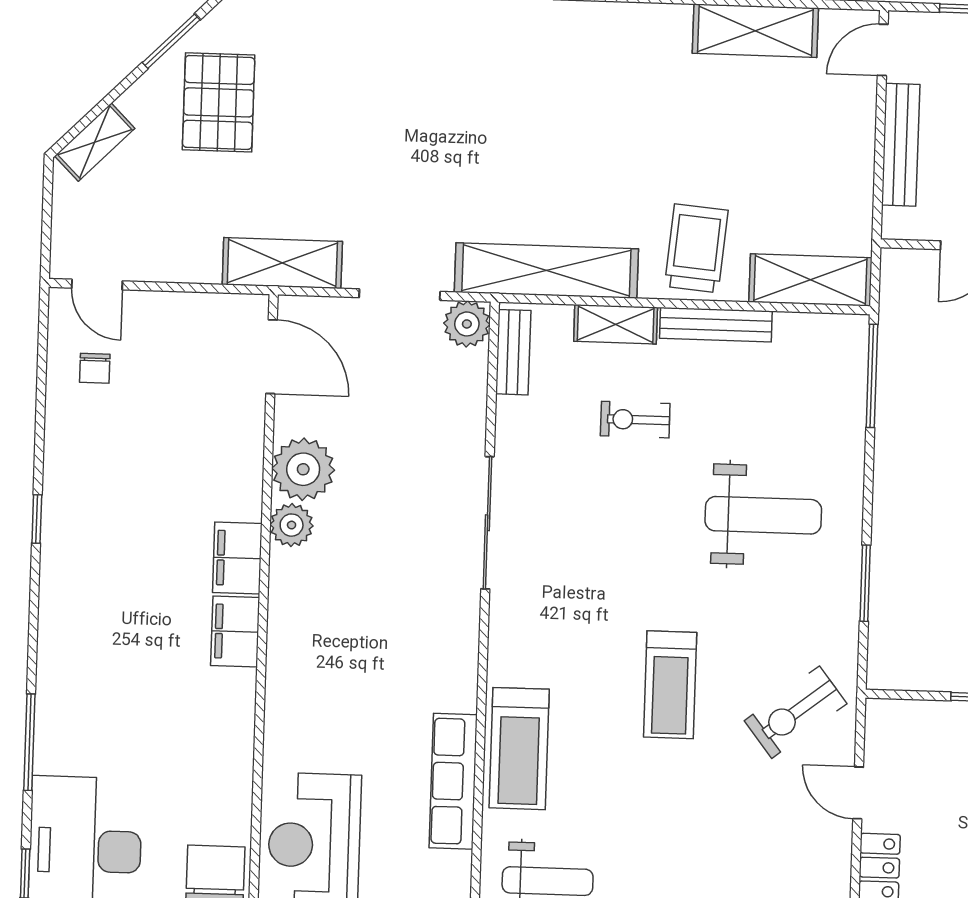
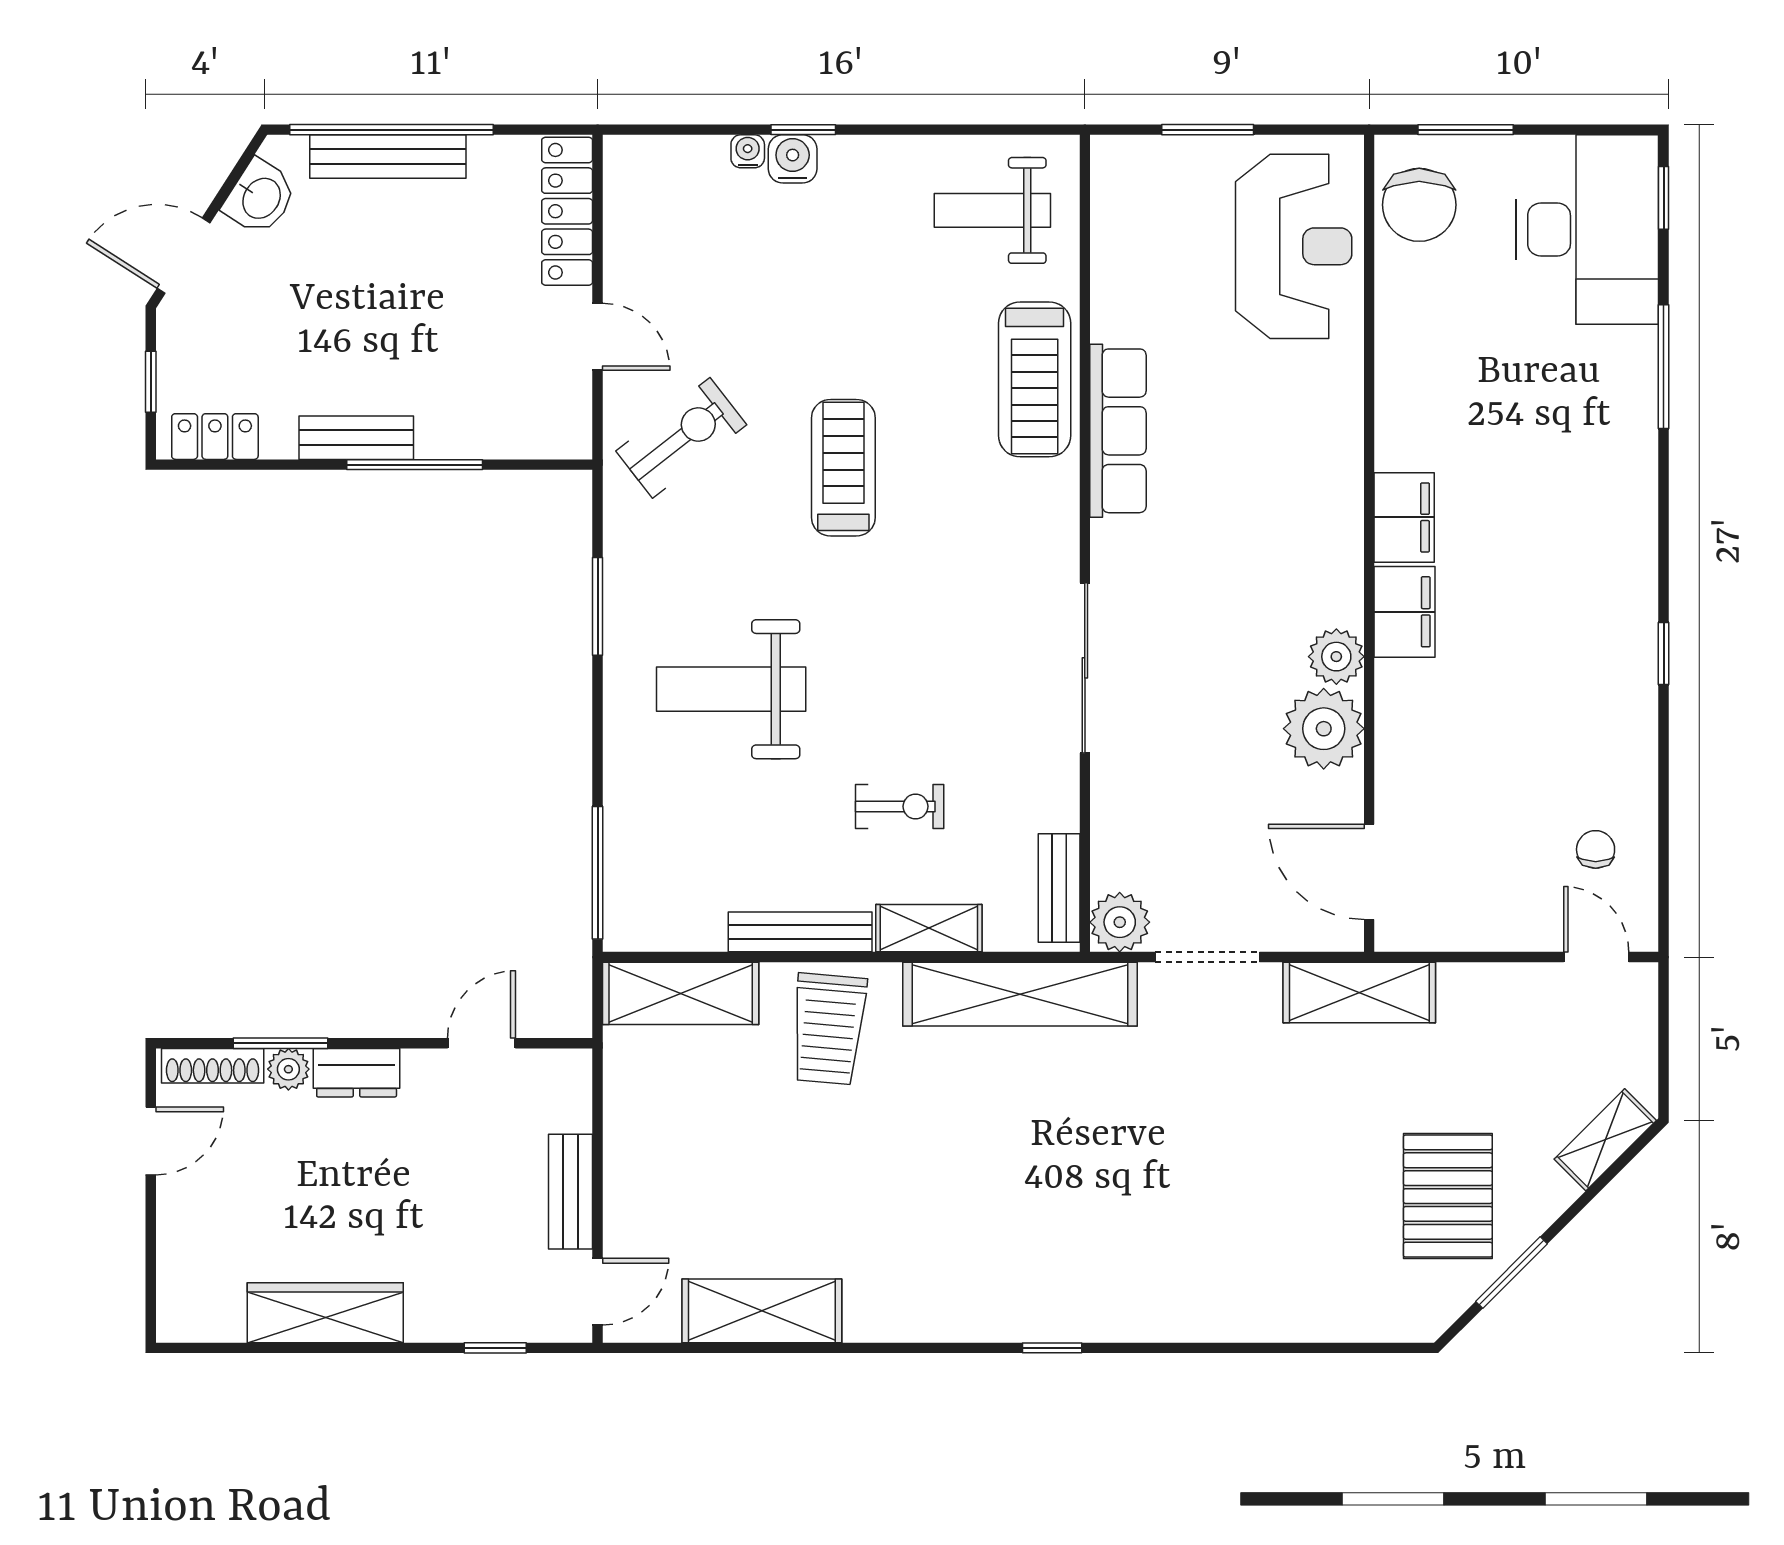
bench: (901, 145) -> (570, 1192), width x0.73
treadmill: (519, 749) -> (1035, 379), turned 180
row of seats: (453, 781) -> (1118, 431), moved

